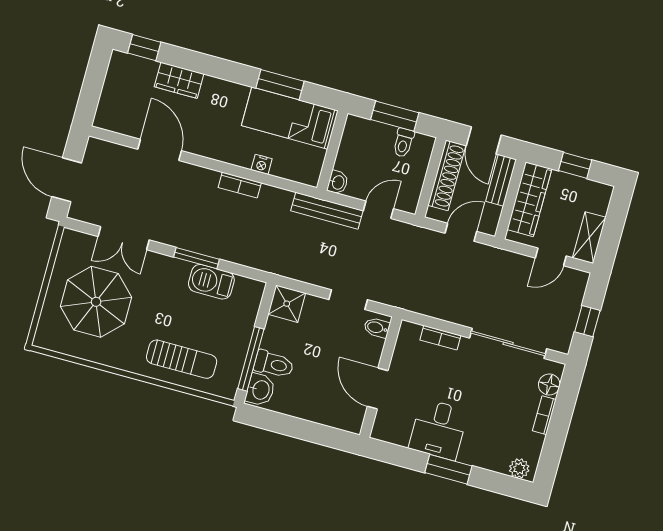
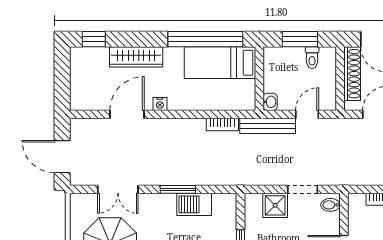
wardrobe: (179, 80) -> (136, 57), width x1.50
window: (280, 85) -> (205, 39), width x2.11
door: (160, 150) -> (127, 114), hinge flipped
nightstand: (262, 164) -> (160, 104), moved
bookcase: (240, 185) -> (222, 124), moved
shower: (287, 304) -> (275, 205), moved

